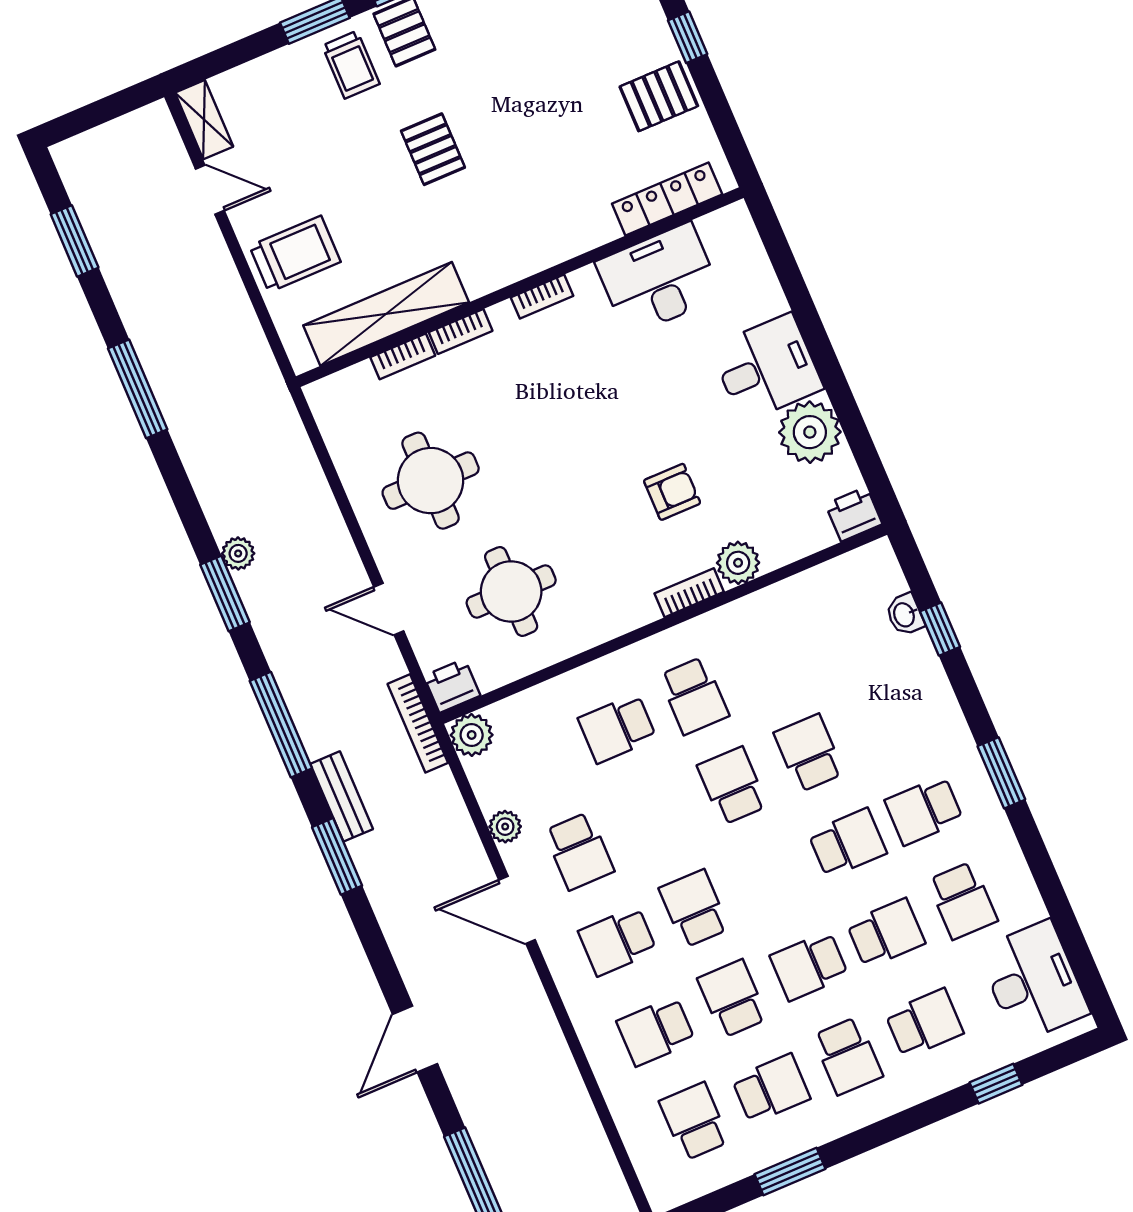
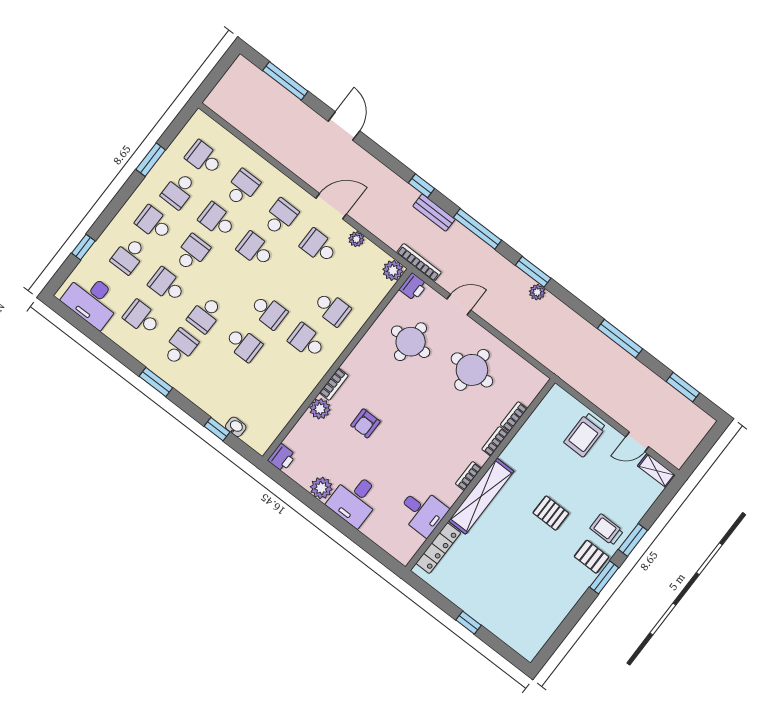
pallet: (659, 96) -> (467, 590), removed
desk: (659, 279) -> (422, 512), width x0.73
shelving: (386, 314) -> (481, 496), moved
plant: (810, 432) -> (321, 488), width x0.73, depth x0.73
school desk: (617, 728) -> (332, 308), turned 90
window: (337, 856) -> (421, 186), width x0.67
school desk: (694, 909) -> (255, 250), turned 180
school desk: (886, 933) -> (167, 285), turned 90
school desk: (733, 999) -> (217, 220), turned 180
school desk: (694, 1121) -> (204, 158), turned 180

